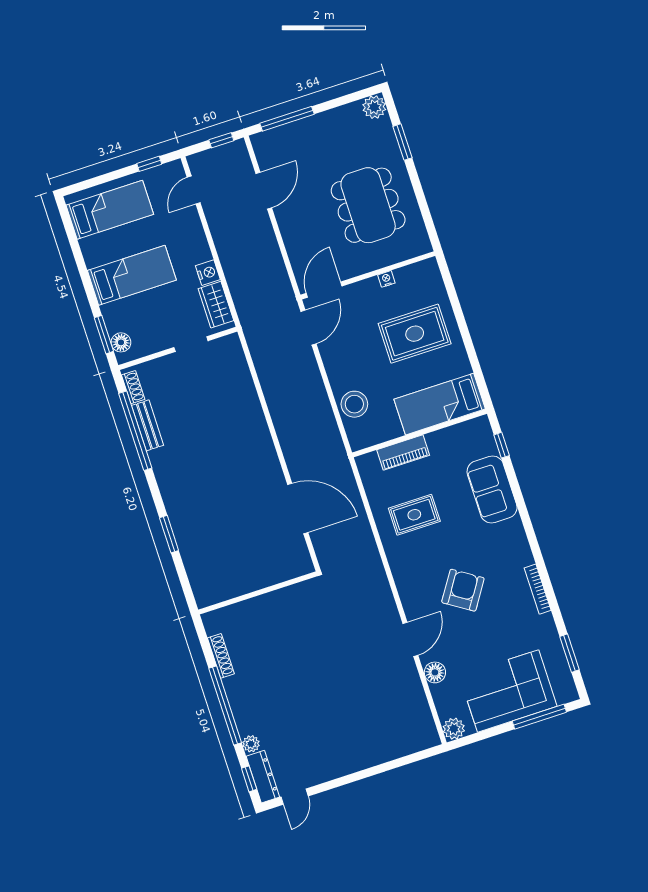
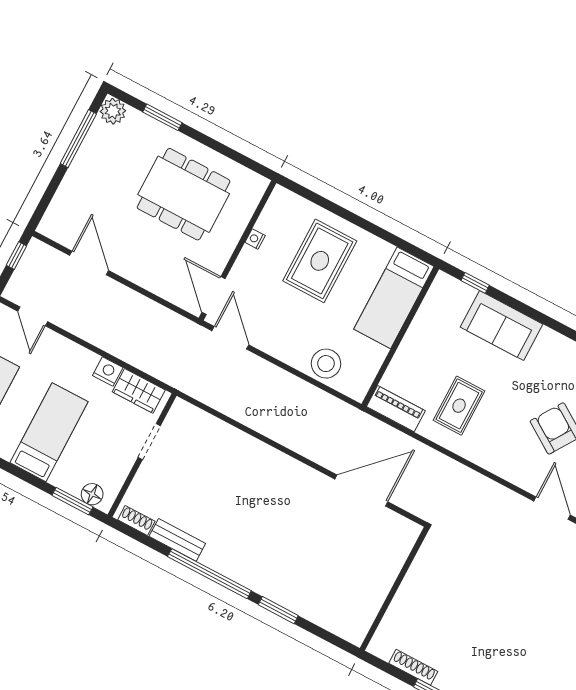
window: (287, 119) -> (78, 139), moved
window: (135, 431) -> (209, 574), moved
piano: (403, 453) -> (396, 409), moved, turned -90

